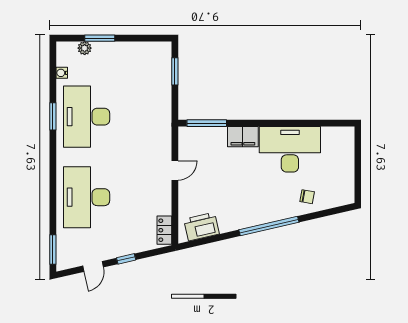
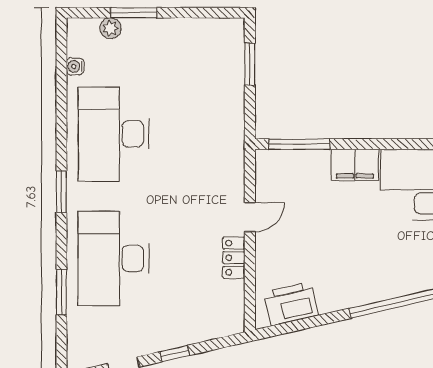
window: (53, 116) -> (61, 192), moved
locker: (164, 230) -> (234, 258), moved
window: (53, 250) -> (61, 292), moved

